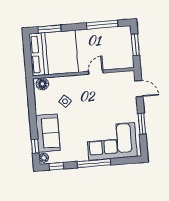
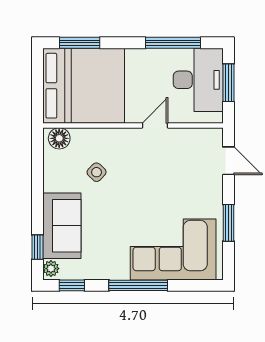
desk: (118, 44) -> (198, 80), added

